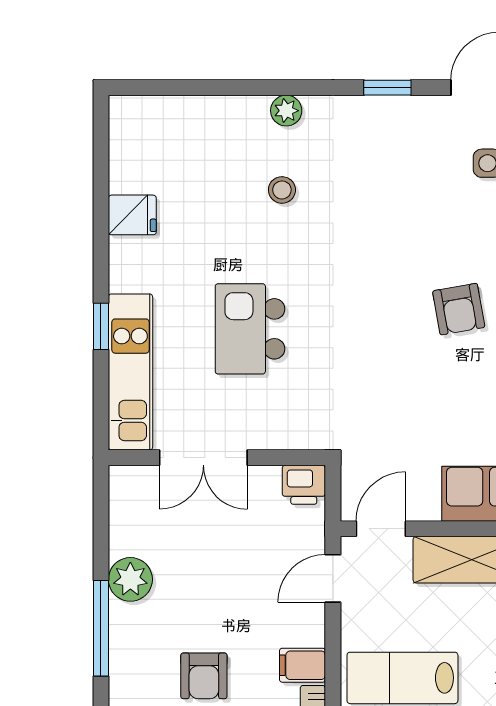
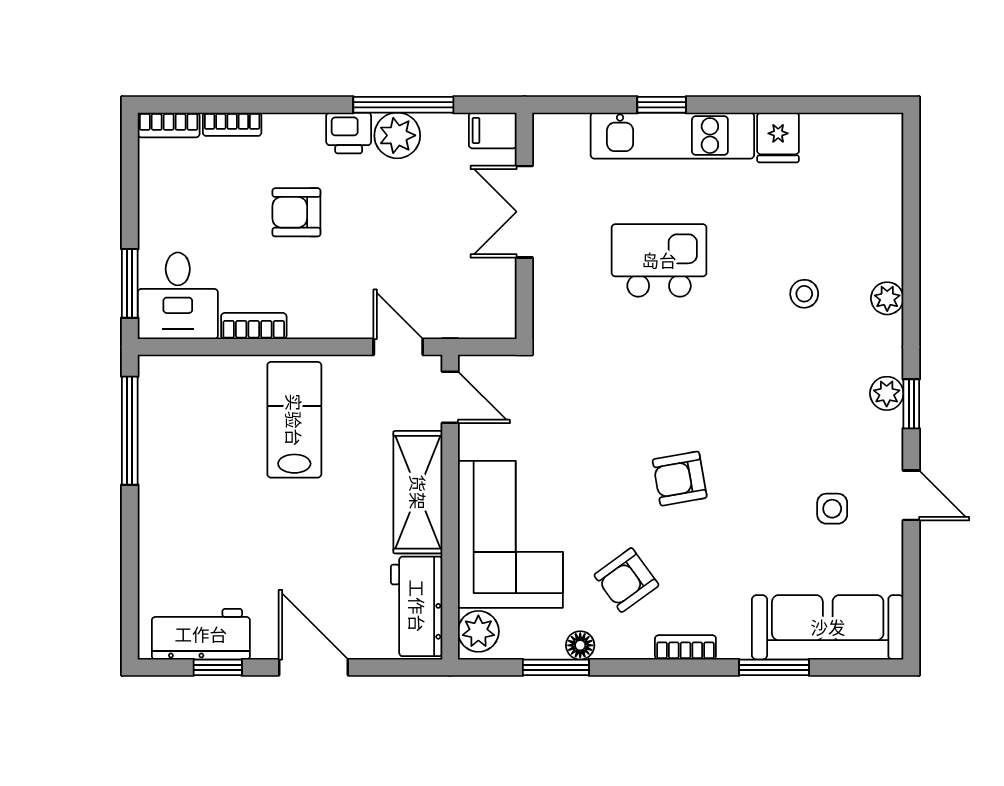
plant: (377, 111) -> (887, 393), added
kitchen unit: (130, 372) -> (672, 136), moved
printer: (304, 485) -> (349, 133), moved, turned -90
window: (101, 628) -> (403, 105), moved
filing cabinet: (302, 665) -> (493, 130), moved, turned -90

